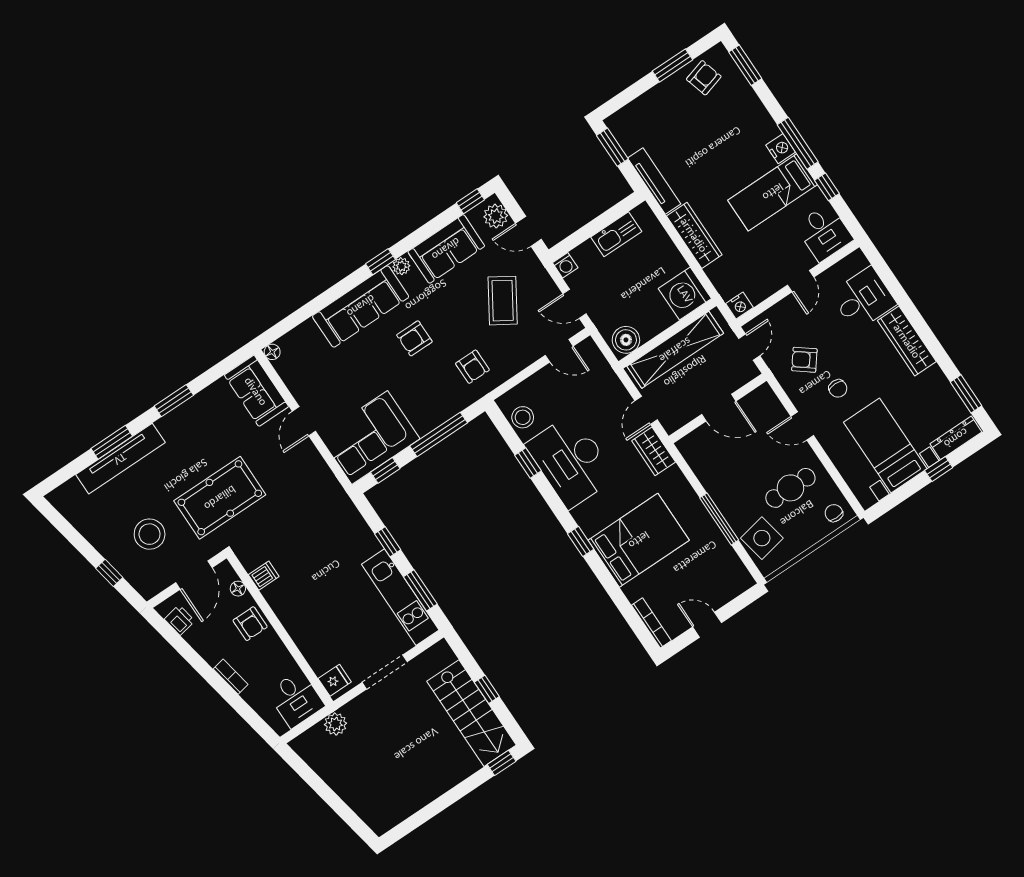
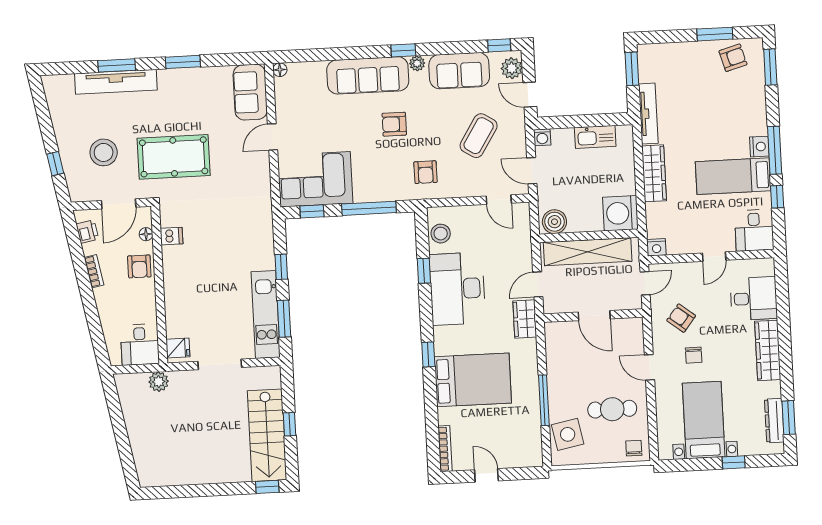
dresser: (956, 438) -> (774, 421), moved, turned -90
bookcase: (231, 677) -> (94, 271), moved

